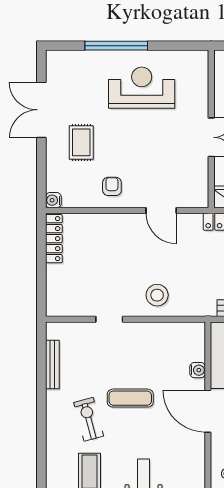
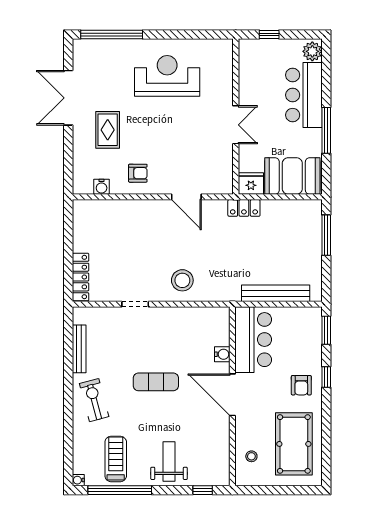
window: (116, 46) -> (112, 34), moved
armchair: (112, 186) -> (138, 173), turned 90
water cooler: (53, 200) -> (102, 187), moved, turned -90
locker: (54, 239) -> (81, 277), moved
exercise bike: (89, 419) -> (94, 400), moved

